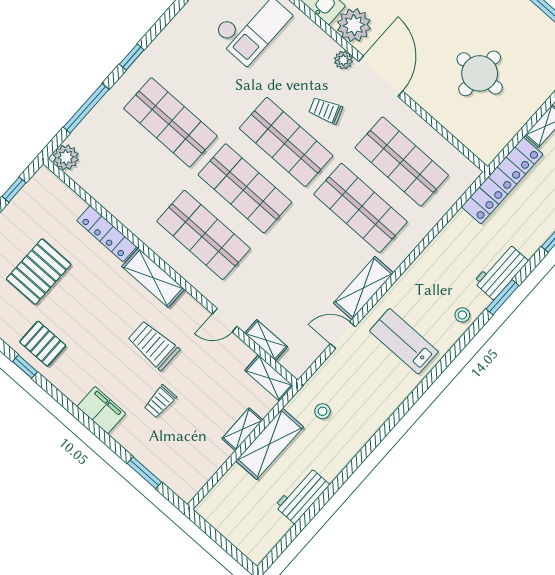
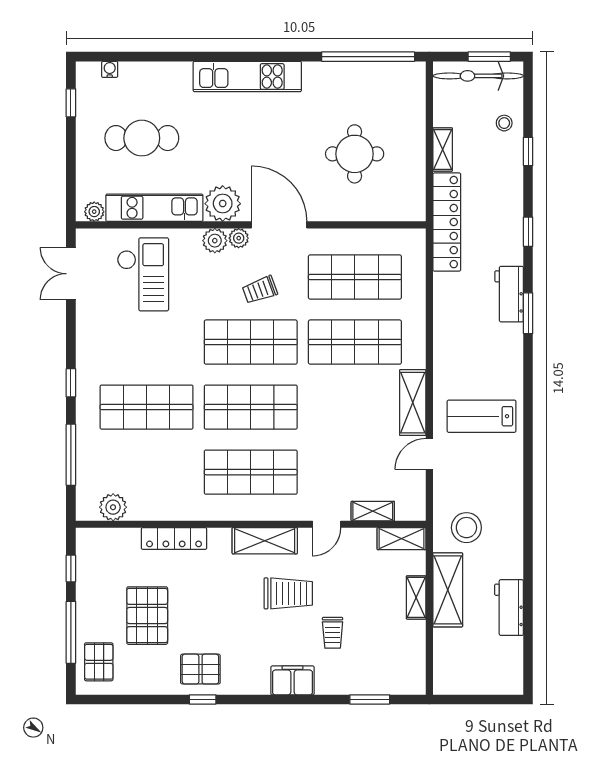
plant: (325, 47) -> (215, 241), added
plant: (66, 157) -> (113, 507), moved
shelving: (153, 278) -> (265, 541), moved
stool: (462, 315) -> (509, 355), removed
trolley: (153, 345) -> (288, 593), turned 180
stool: (322, 411) -> (466, 528), width x1.89, depth x1.89

